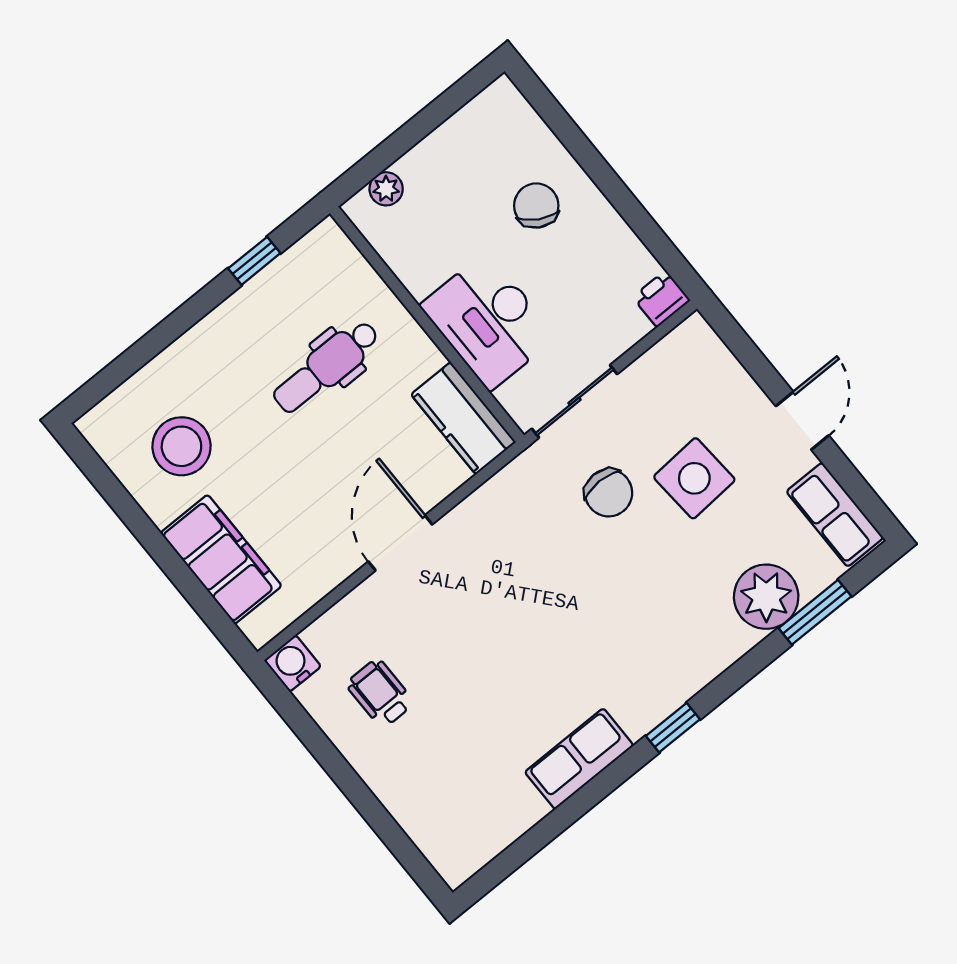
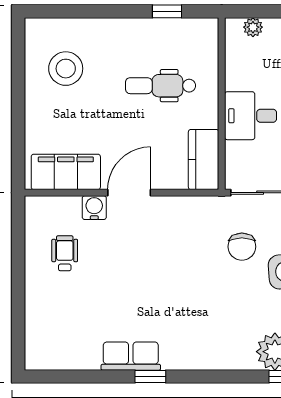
desk: (488, 321) -> (251, 116), width x0.73
filing cabinet: (221, 559) -> (66, 172), moved, turned -90
water cooler: (293, 663) -> (94, 208), moved
window: (673, 728) -> (150, 377), moved

